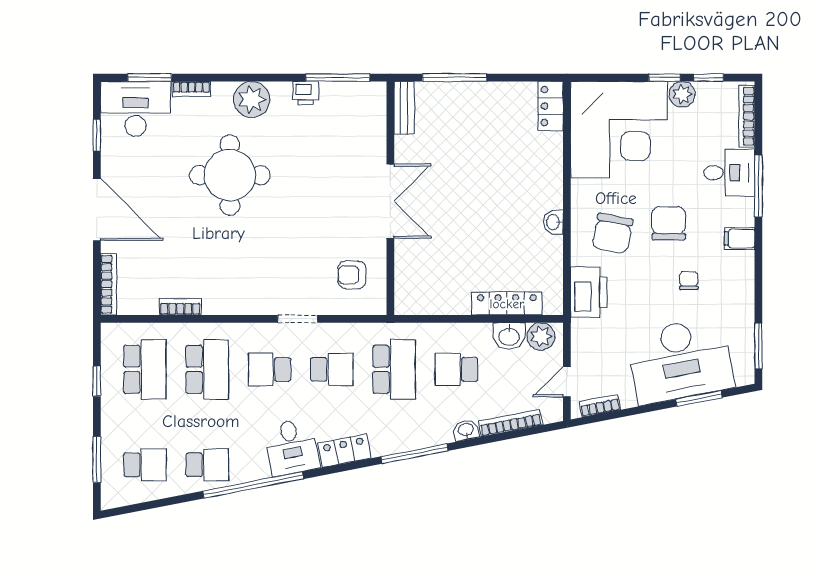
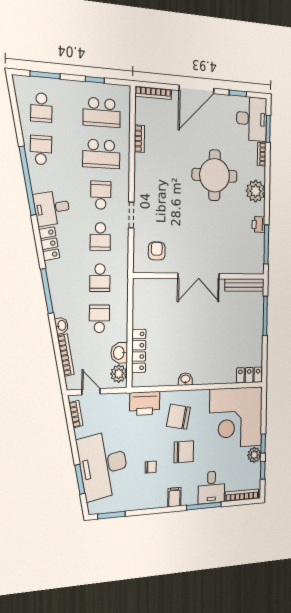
bench: (404, 108) -> (244, 285), width x1.36
school desk: (394, 369) -> (100, 278), width x0.54
school desk: (207, 465) -> (41, 150), turned 180

